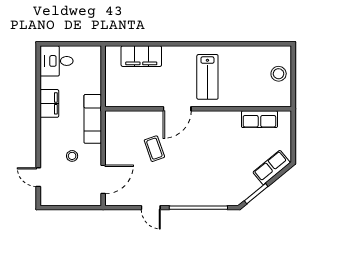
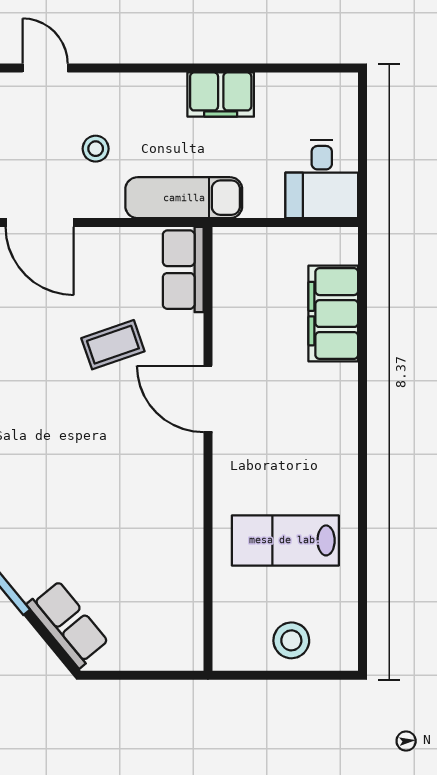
desk: (57, 61) -> (322, 179), moved, turned 180
lab bench: (207, 77) -> (285, 540), moved
row of seats: (259, 119) -> (183, 270), moved
door: (38, 177) -> (45, 68), hinge flipped

